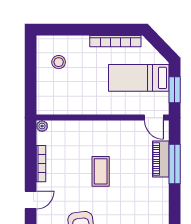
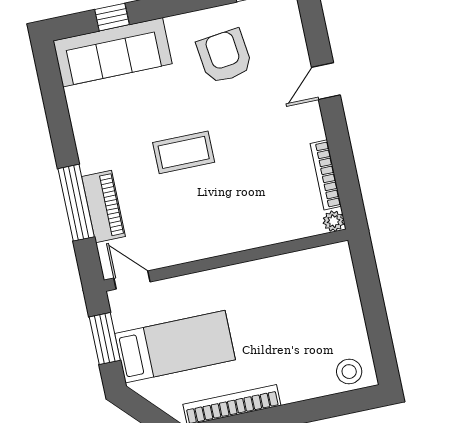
stool: (59, 62) -> (349, 372), moved
bookcase: (41, 164) -> (326, 175), moved
coffee table: (101, 171) -> (184, 152), moved, turned 90

